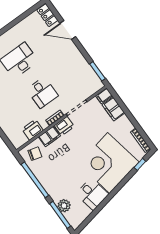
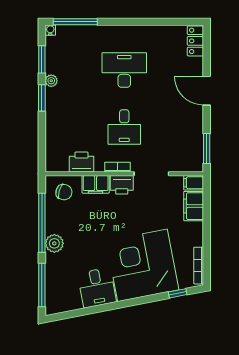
door: (68, 30) -> (207, 91), moved
plant: (64, 206) -> (54, 243), moved

